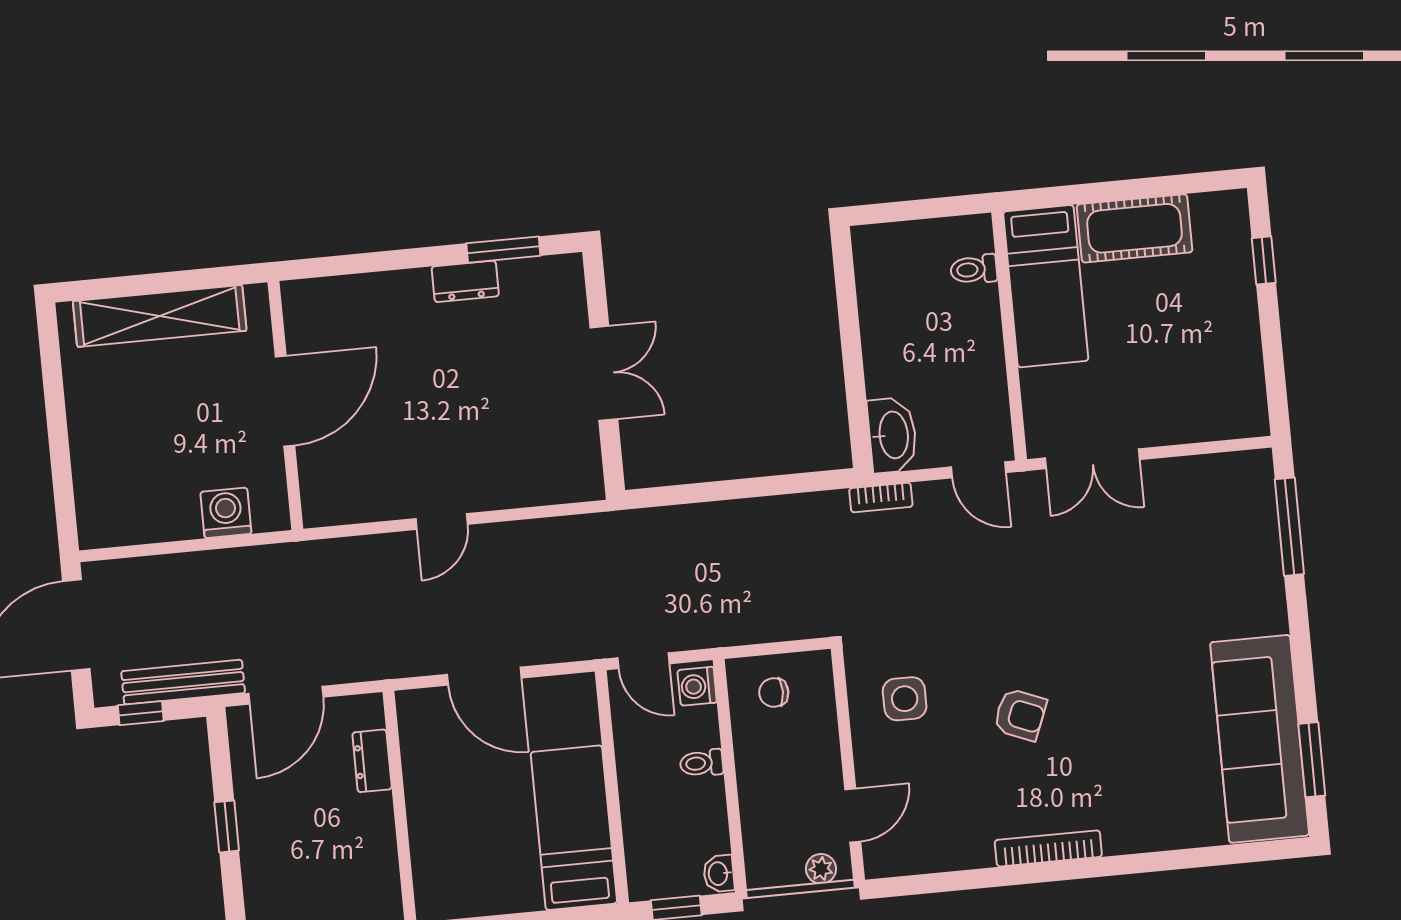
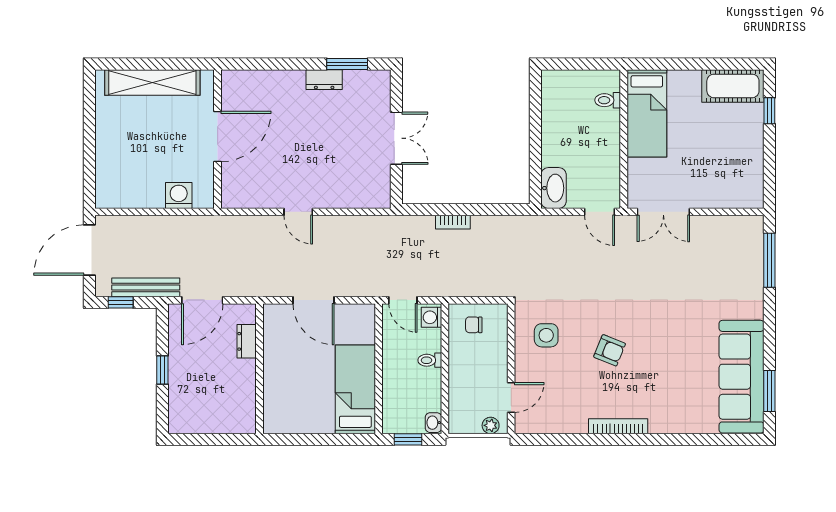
cot: (1134, 228) -> (733, 86), moved
bookcase: (881, 498) -> (453, 222), moved
door: (442, 521) -> (298, 212), hinge flipped

